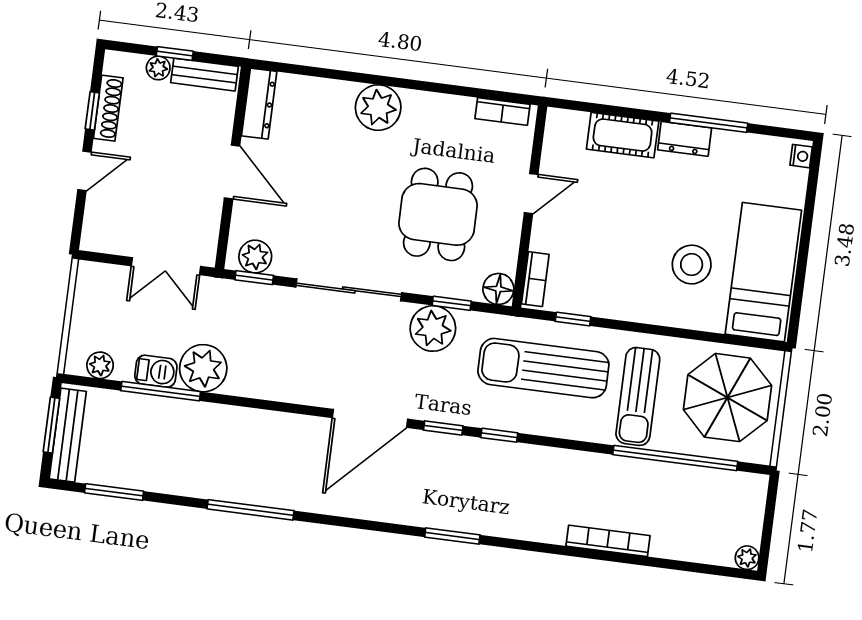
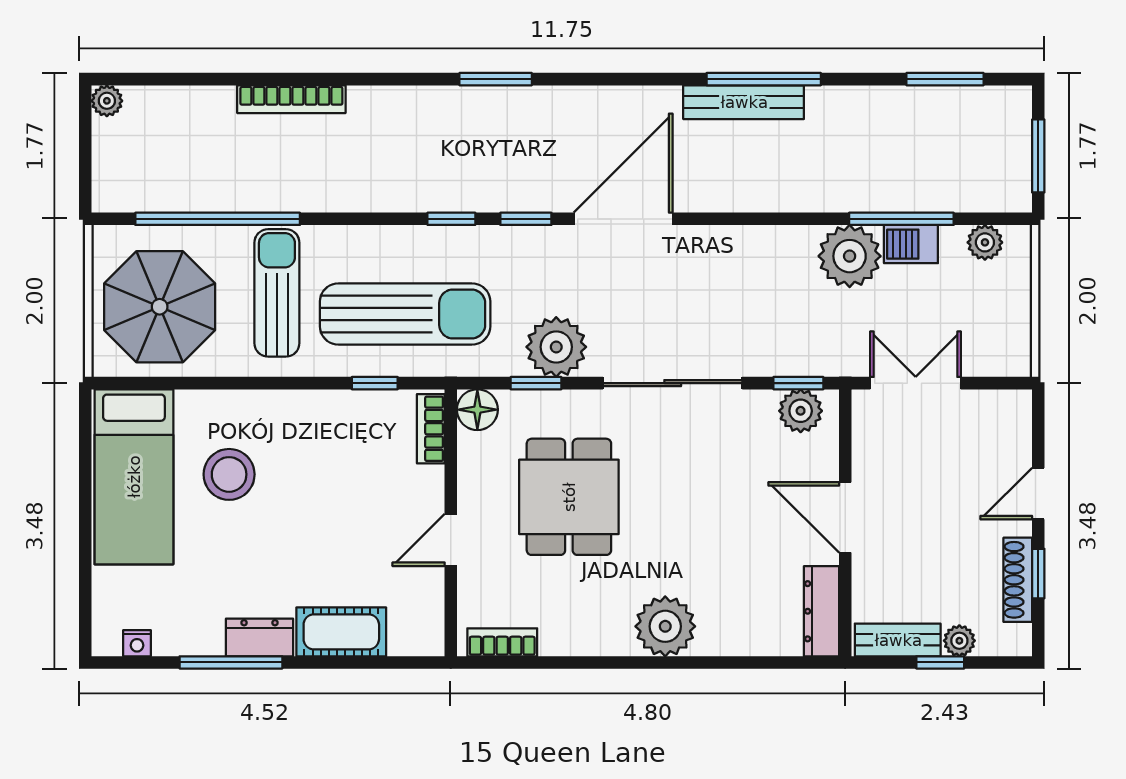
nightstand: (801, 156) -> (137, 643), moved, turned -90
bench: (68, 435) -> (744, 102), moved, turned 90

